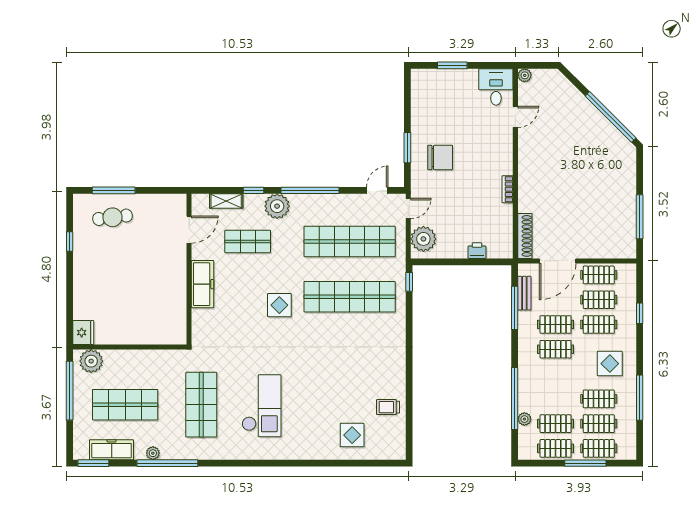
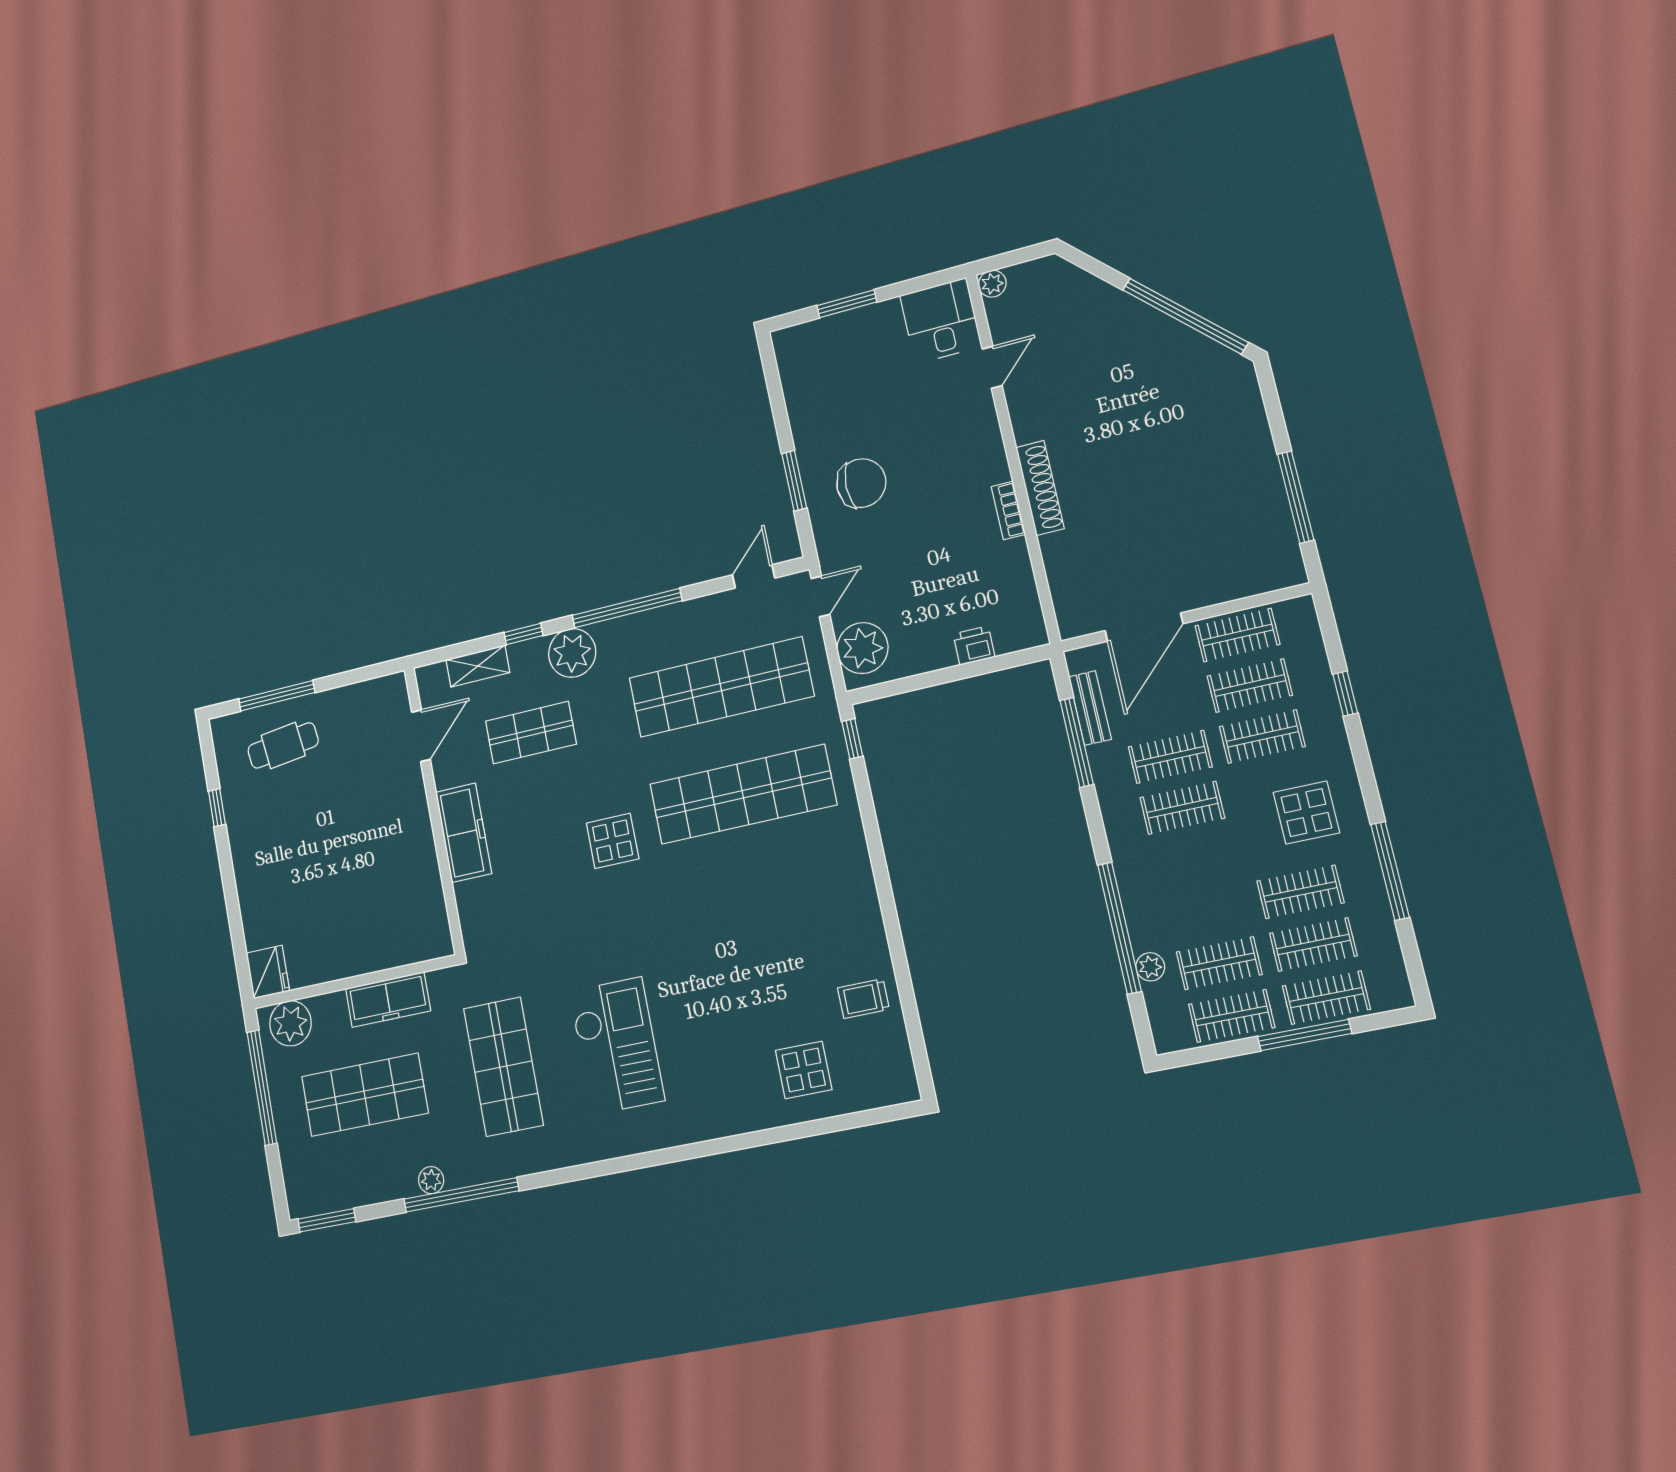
shoe rack: (525, 236) -> (1040, 488), moved
freezer: (112, 450) -> (388, 1000), moved, turned 180

